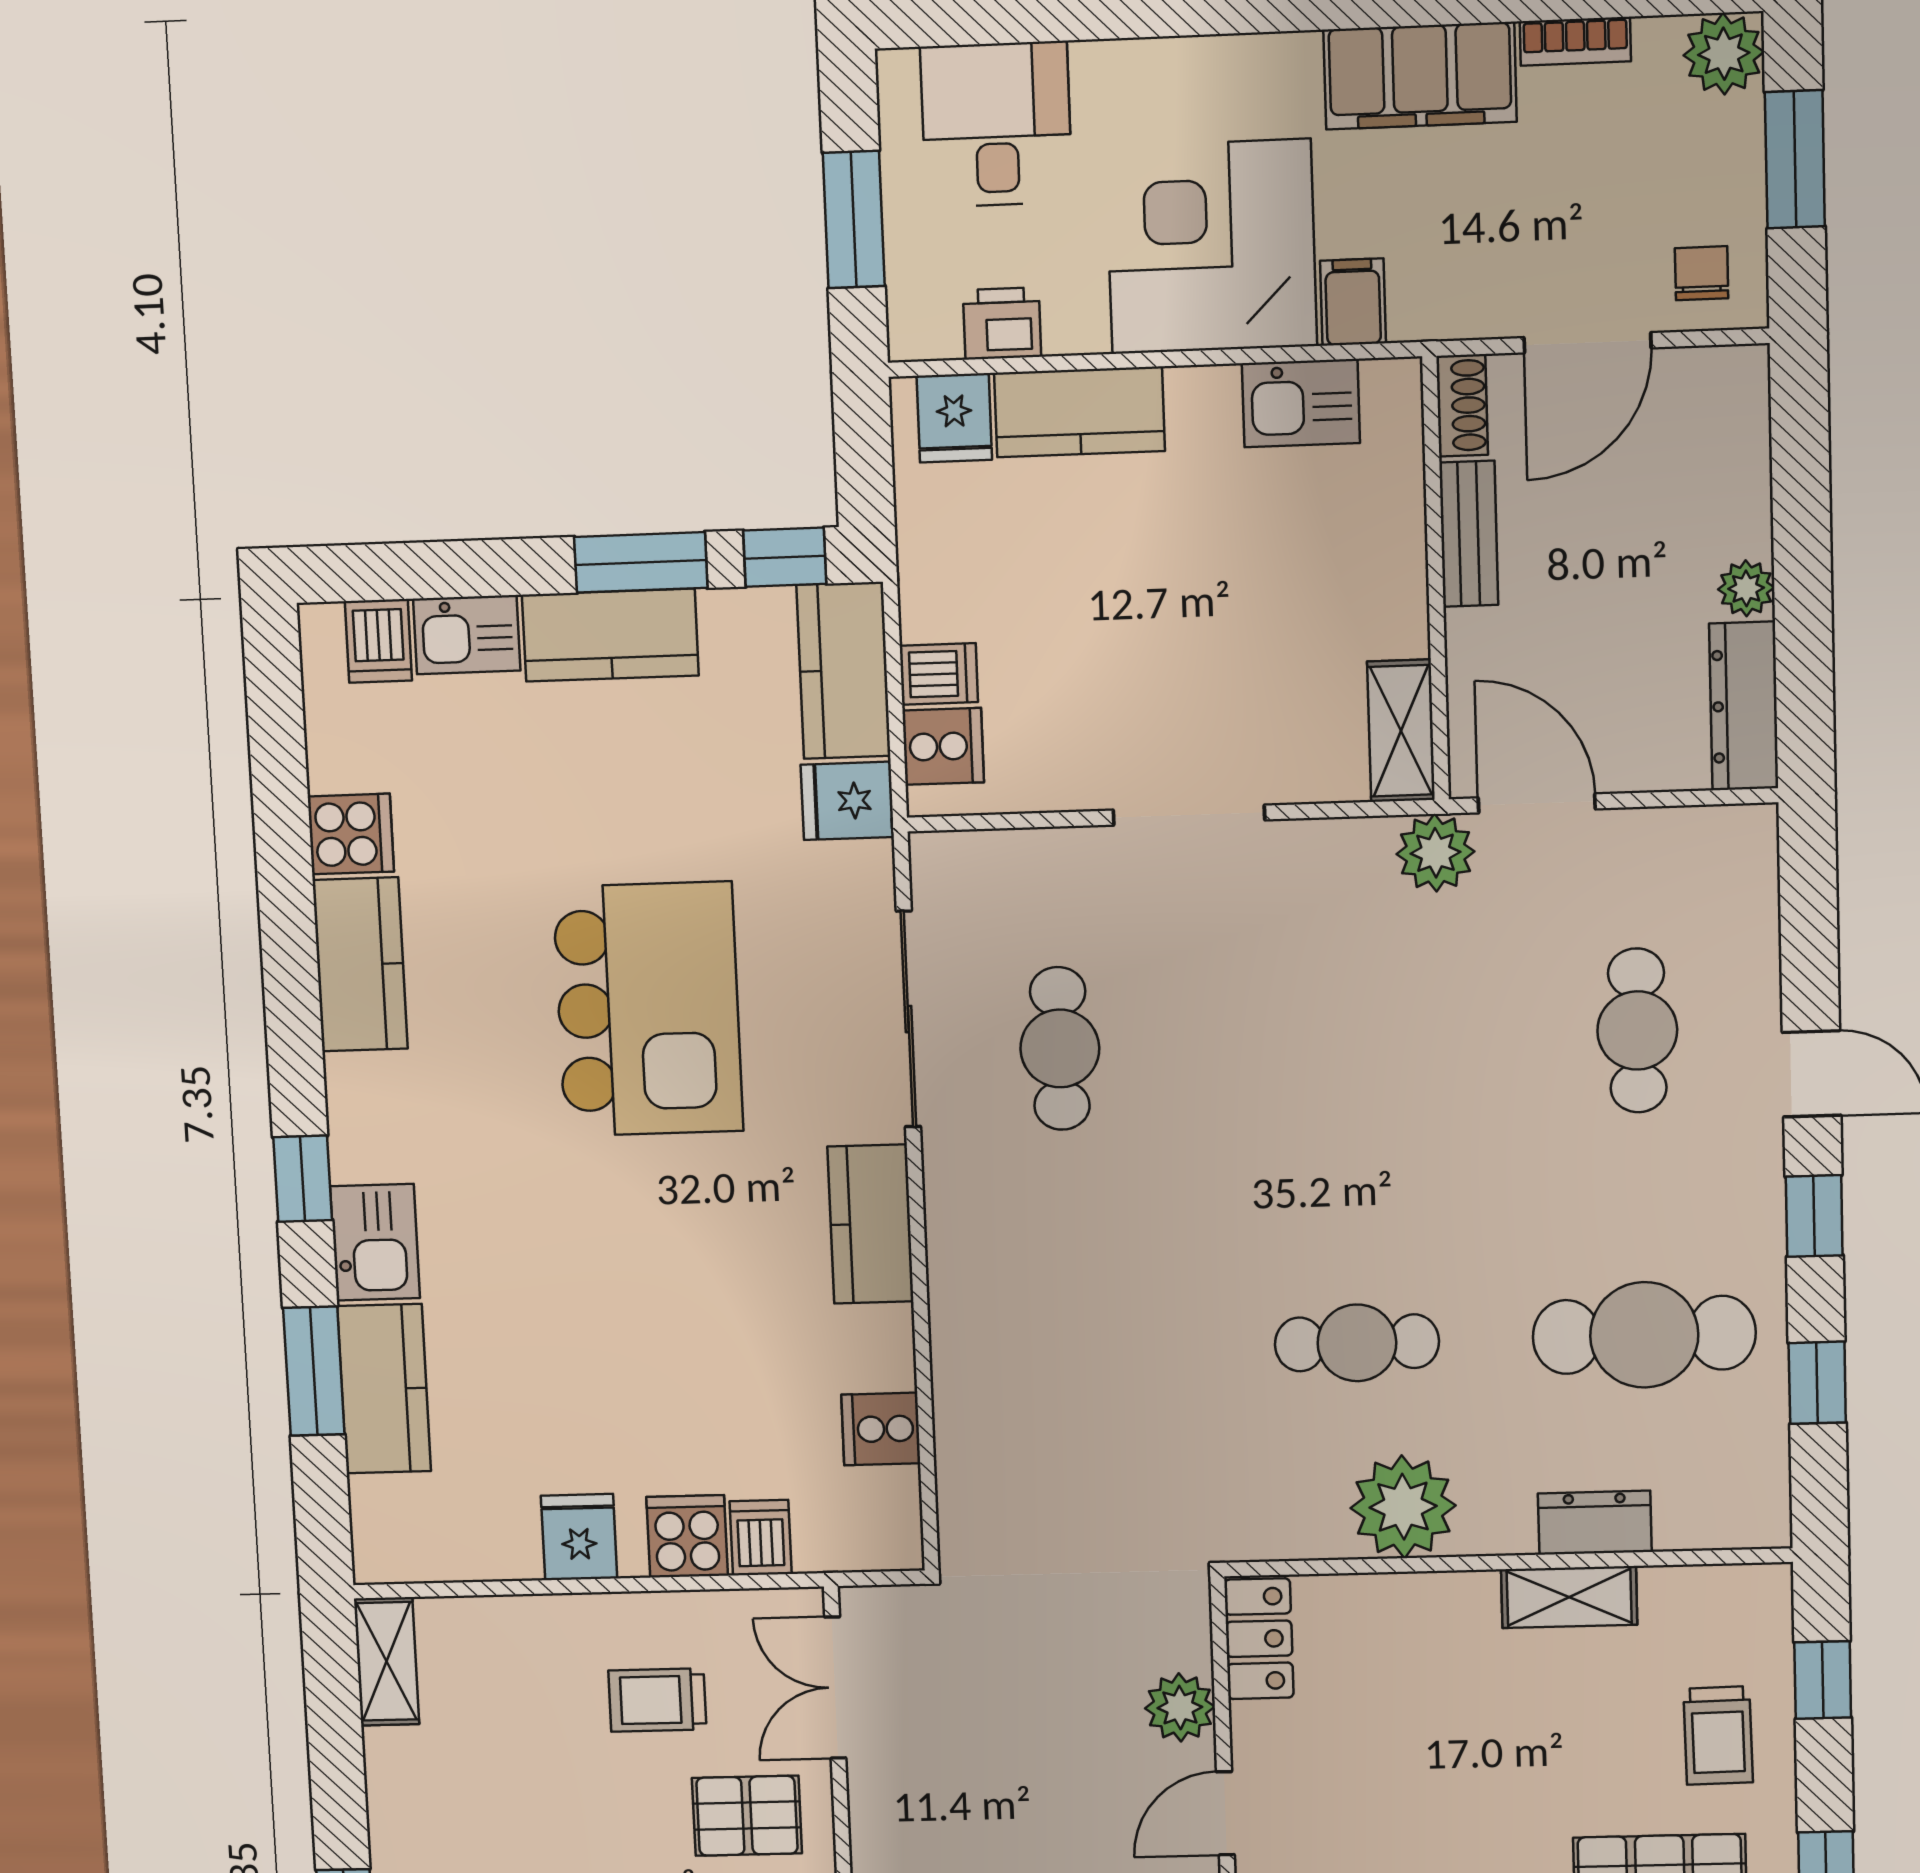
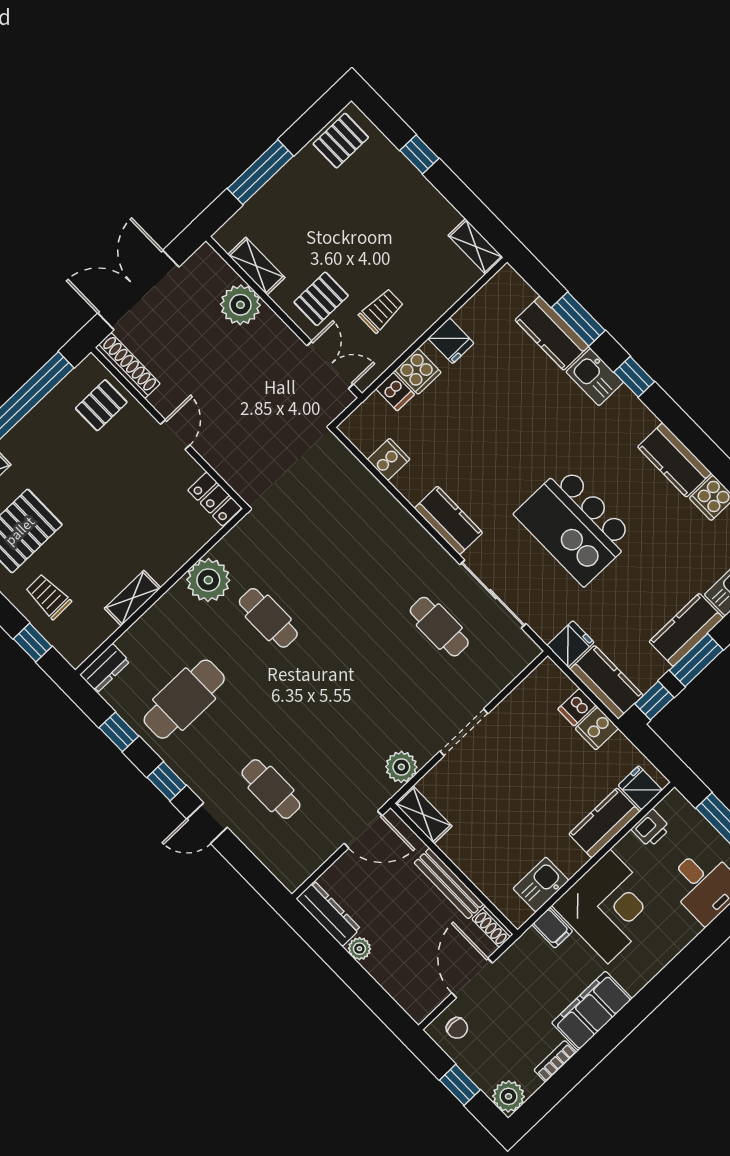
window: (1795, 159) -> (460, 1085), width x0.67
bench: (1469, 534) -> (449, 883), width x1.36
cooker: (943, 746) -> (597, 729), moved
plant: (1435, 853) -> (401, 767), moved
cafe table: (1357, 1343) -> (268, 618), turned 90
dresser: (1595, 1523) -> (105, 668), moved
plant: (1180, 1707) -> (219, 455), removed

